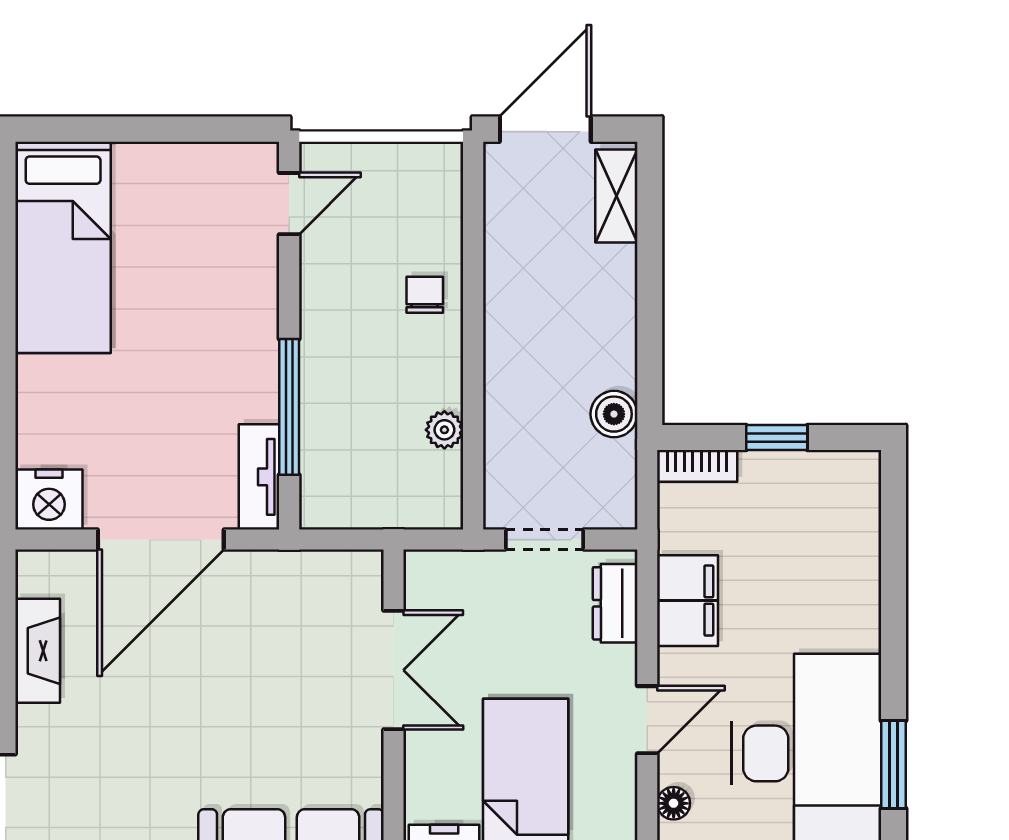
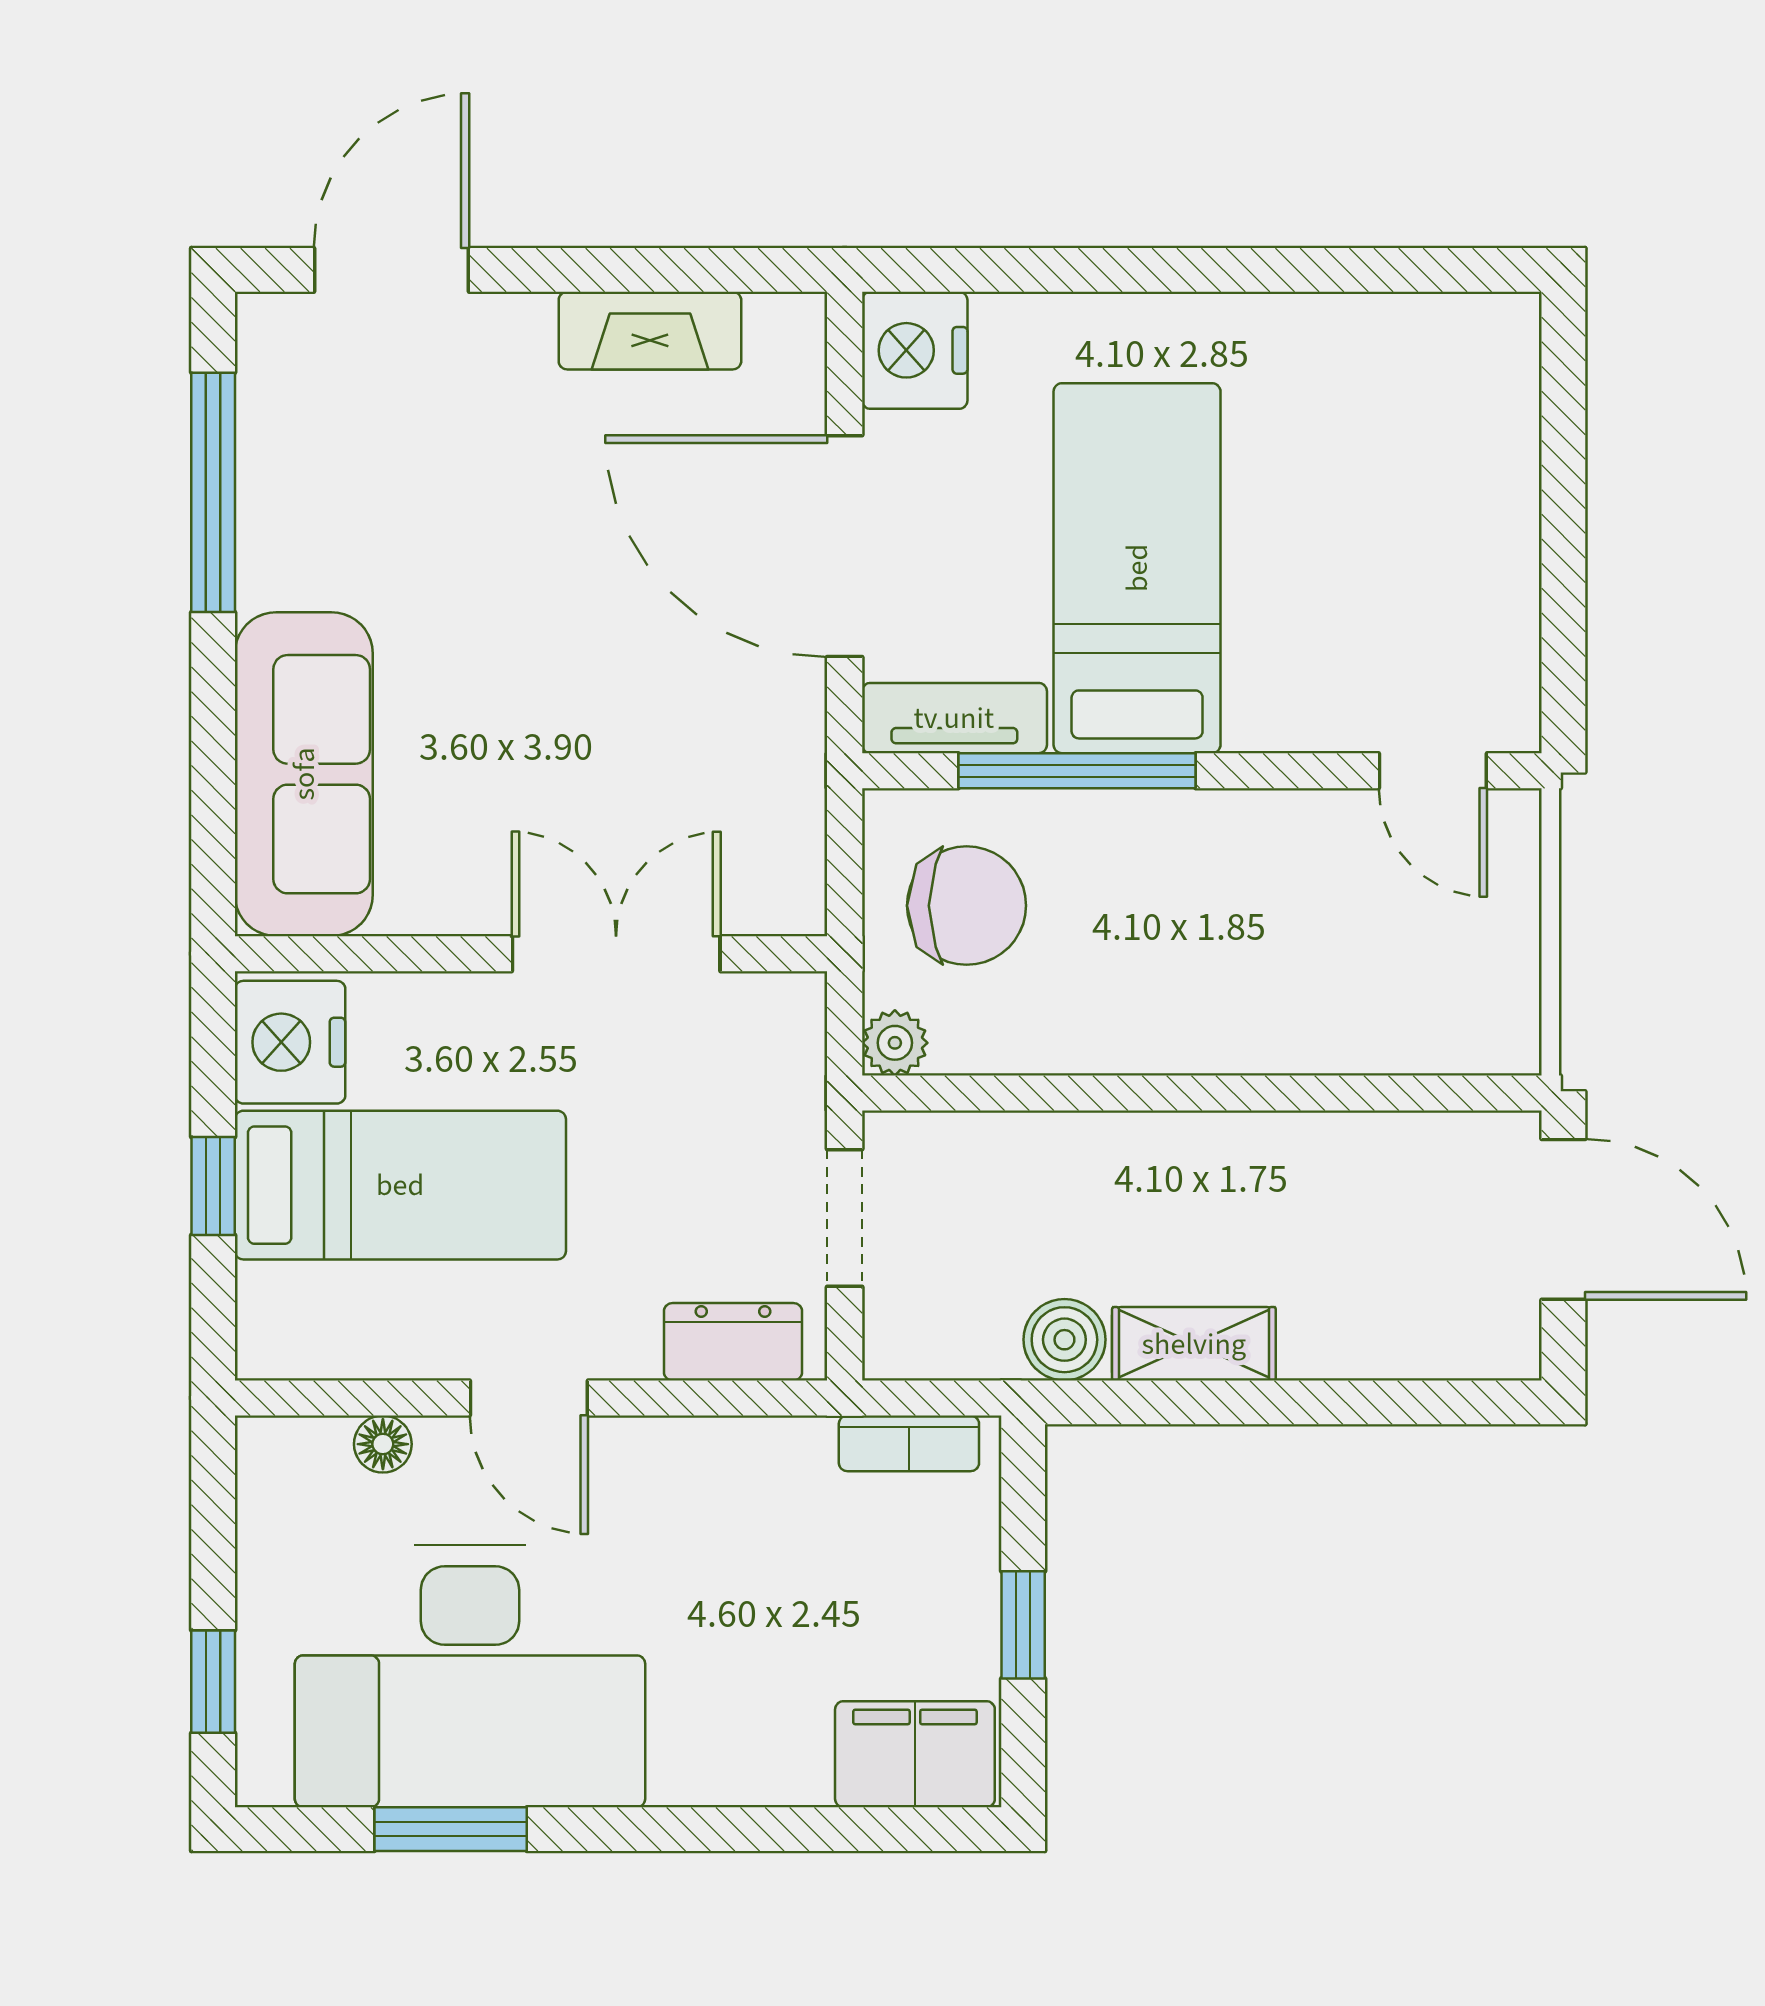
shelving: (616, 196) -> (1194, 1344), moved
bed: (63, 247) -> (1137, 568), moved, turned 90
chair: (425, 295) -> (967, 906), moved, width x1.87, depth x1.87
plant: (444, 430) -> (895, 1043), moved
bookcase: (697, 466) -> (909, 1443), moved, turned -90
filing cabinet: (688, 601) -> (915, 1754), moved, turned 180
double door: (394, 670) -> (616, 954), swing flipped

